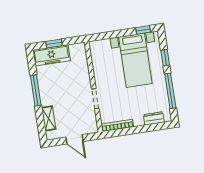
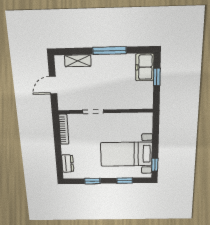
freezer: (51, 55) -> (145, 67), width x0.71
window: (170, 91) -> (92, 181), width x0.46

